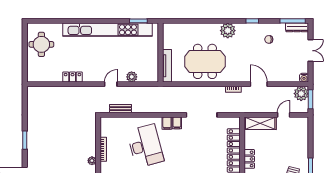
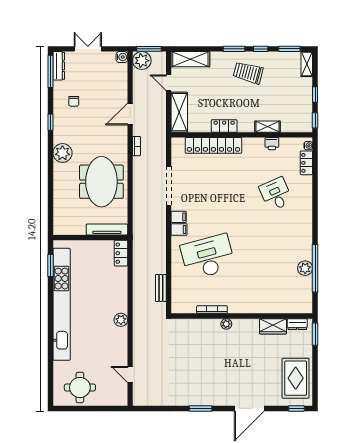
locker: (72, 77) -> (121, 253), moved
plant: (132, 77) -> (121, 320), moved
door: (111, 84) -> (130, 375), moved
shelving: (302, 132) -> (190, 59), added

